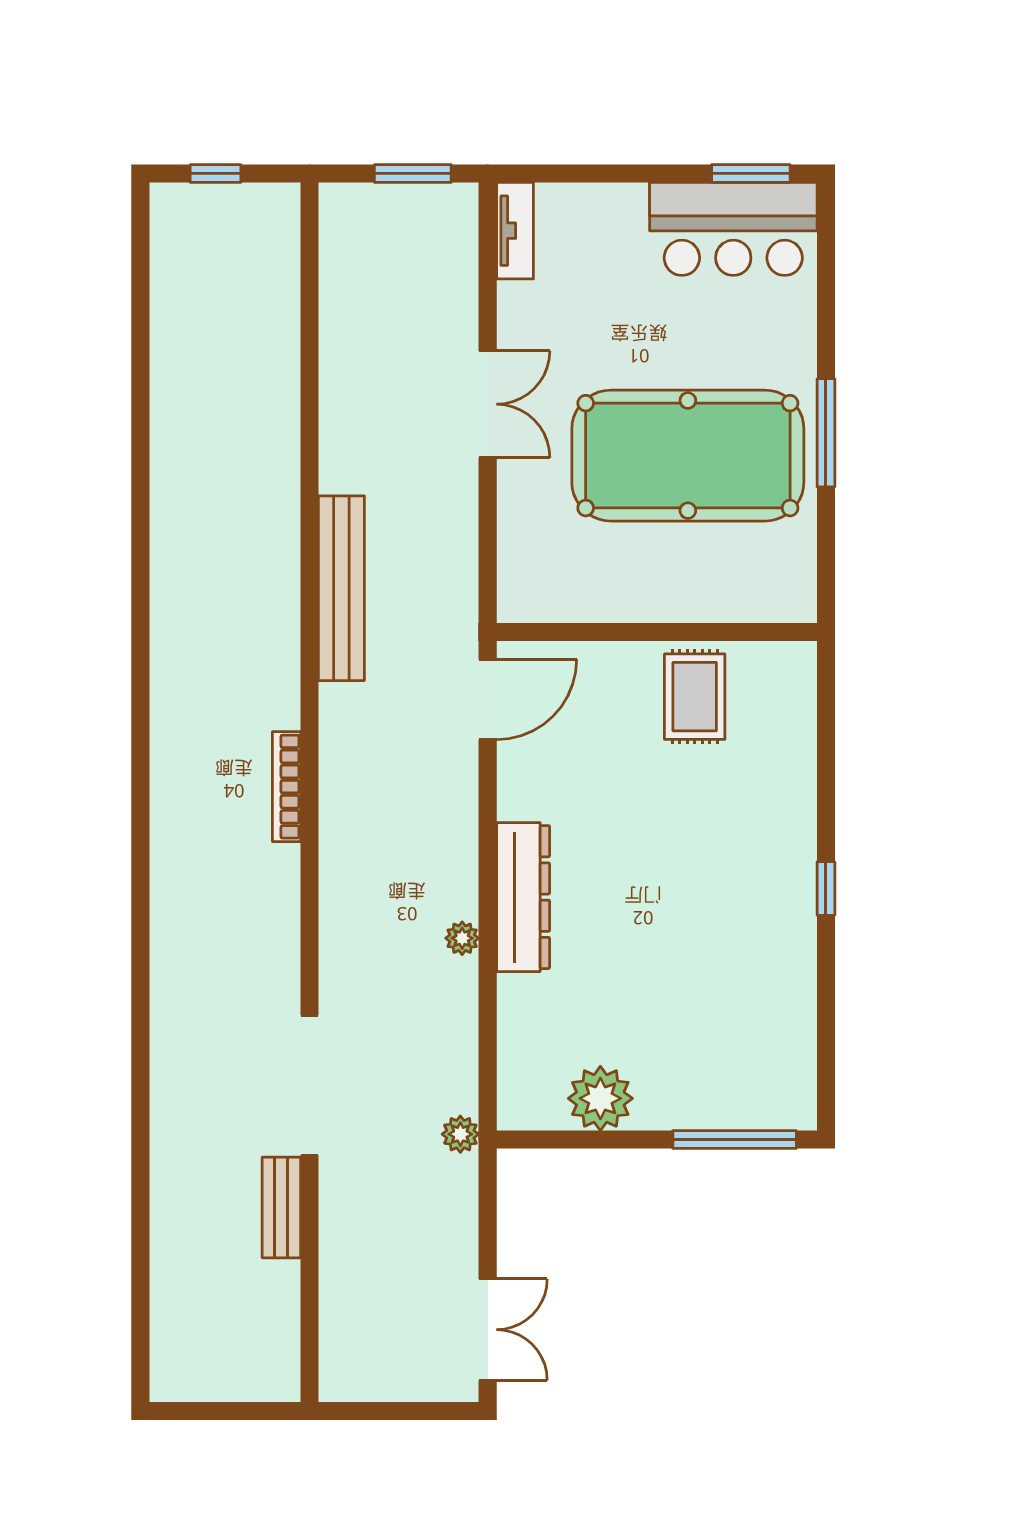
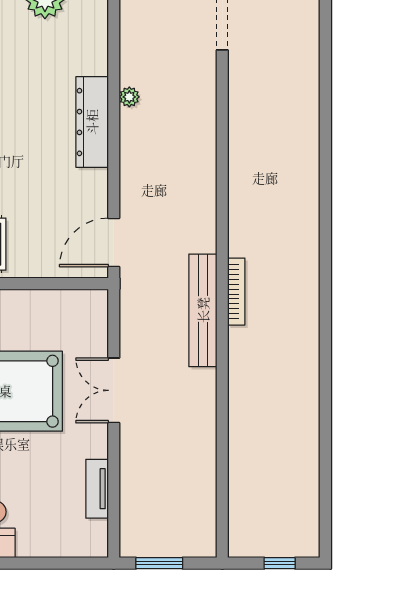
tv unit: (515, 231) -> (97, 489), moved
double door: (488, 404) -> (114, 390), moved
bookcase: (287, 787) -> (236, 292), moved

